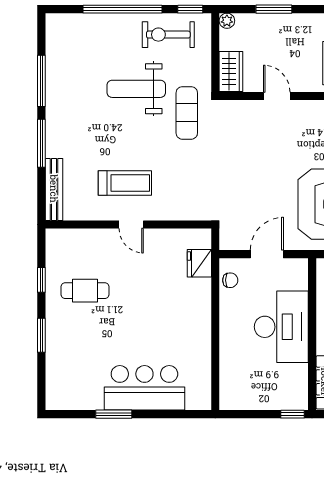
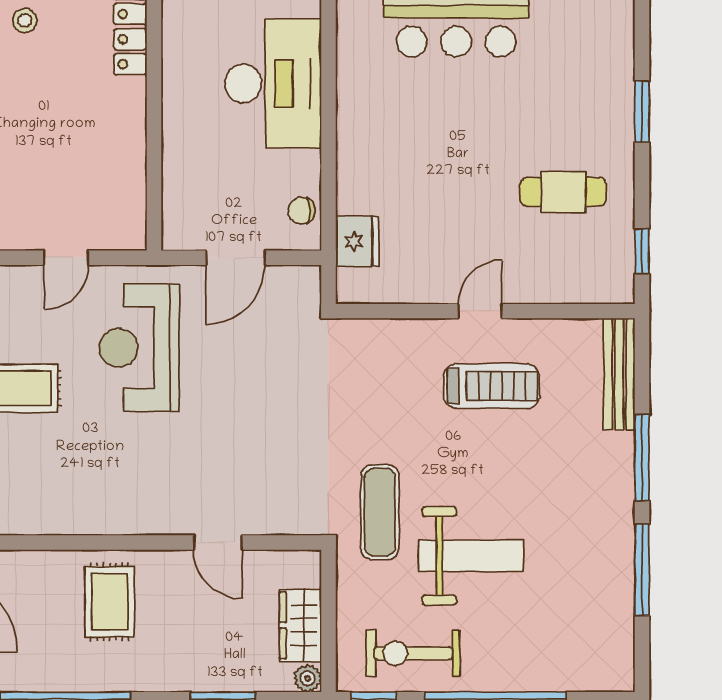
exercise bike: (168, 35) -> (413, 653), turned 180
wardrobe: (231, 71) -> (300, 625), moved
treadmill: (125, 183) -> (491, 386), turned 180
door: (131, 224) -> (480, 311), hinge flipped
window: (41, 280) -> (642, 251), moved
desk: (281, 327) -> (273, 84), moved, turned 180

